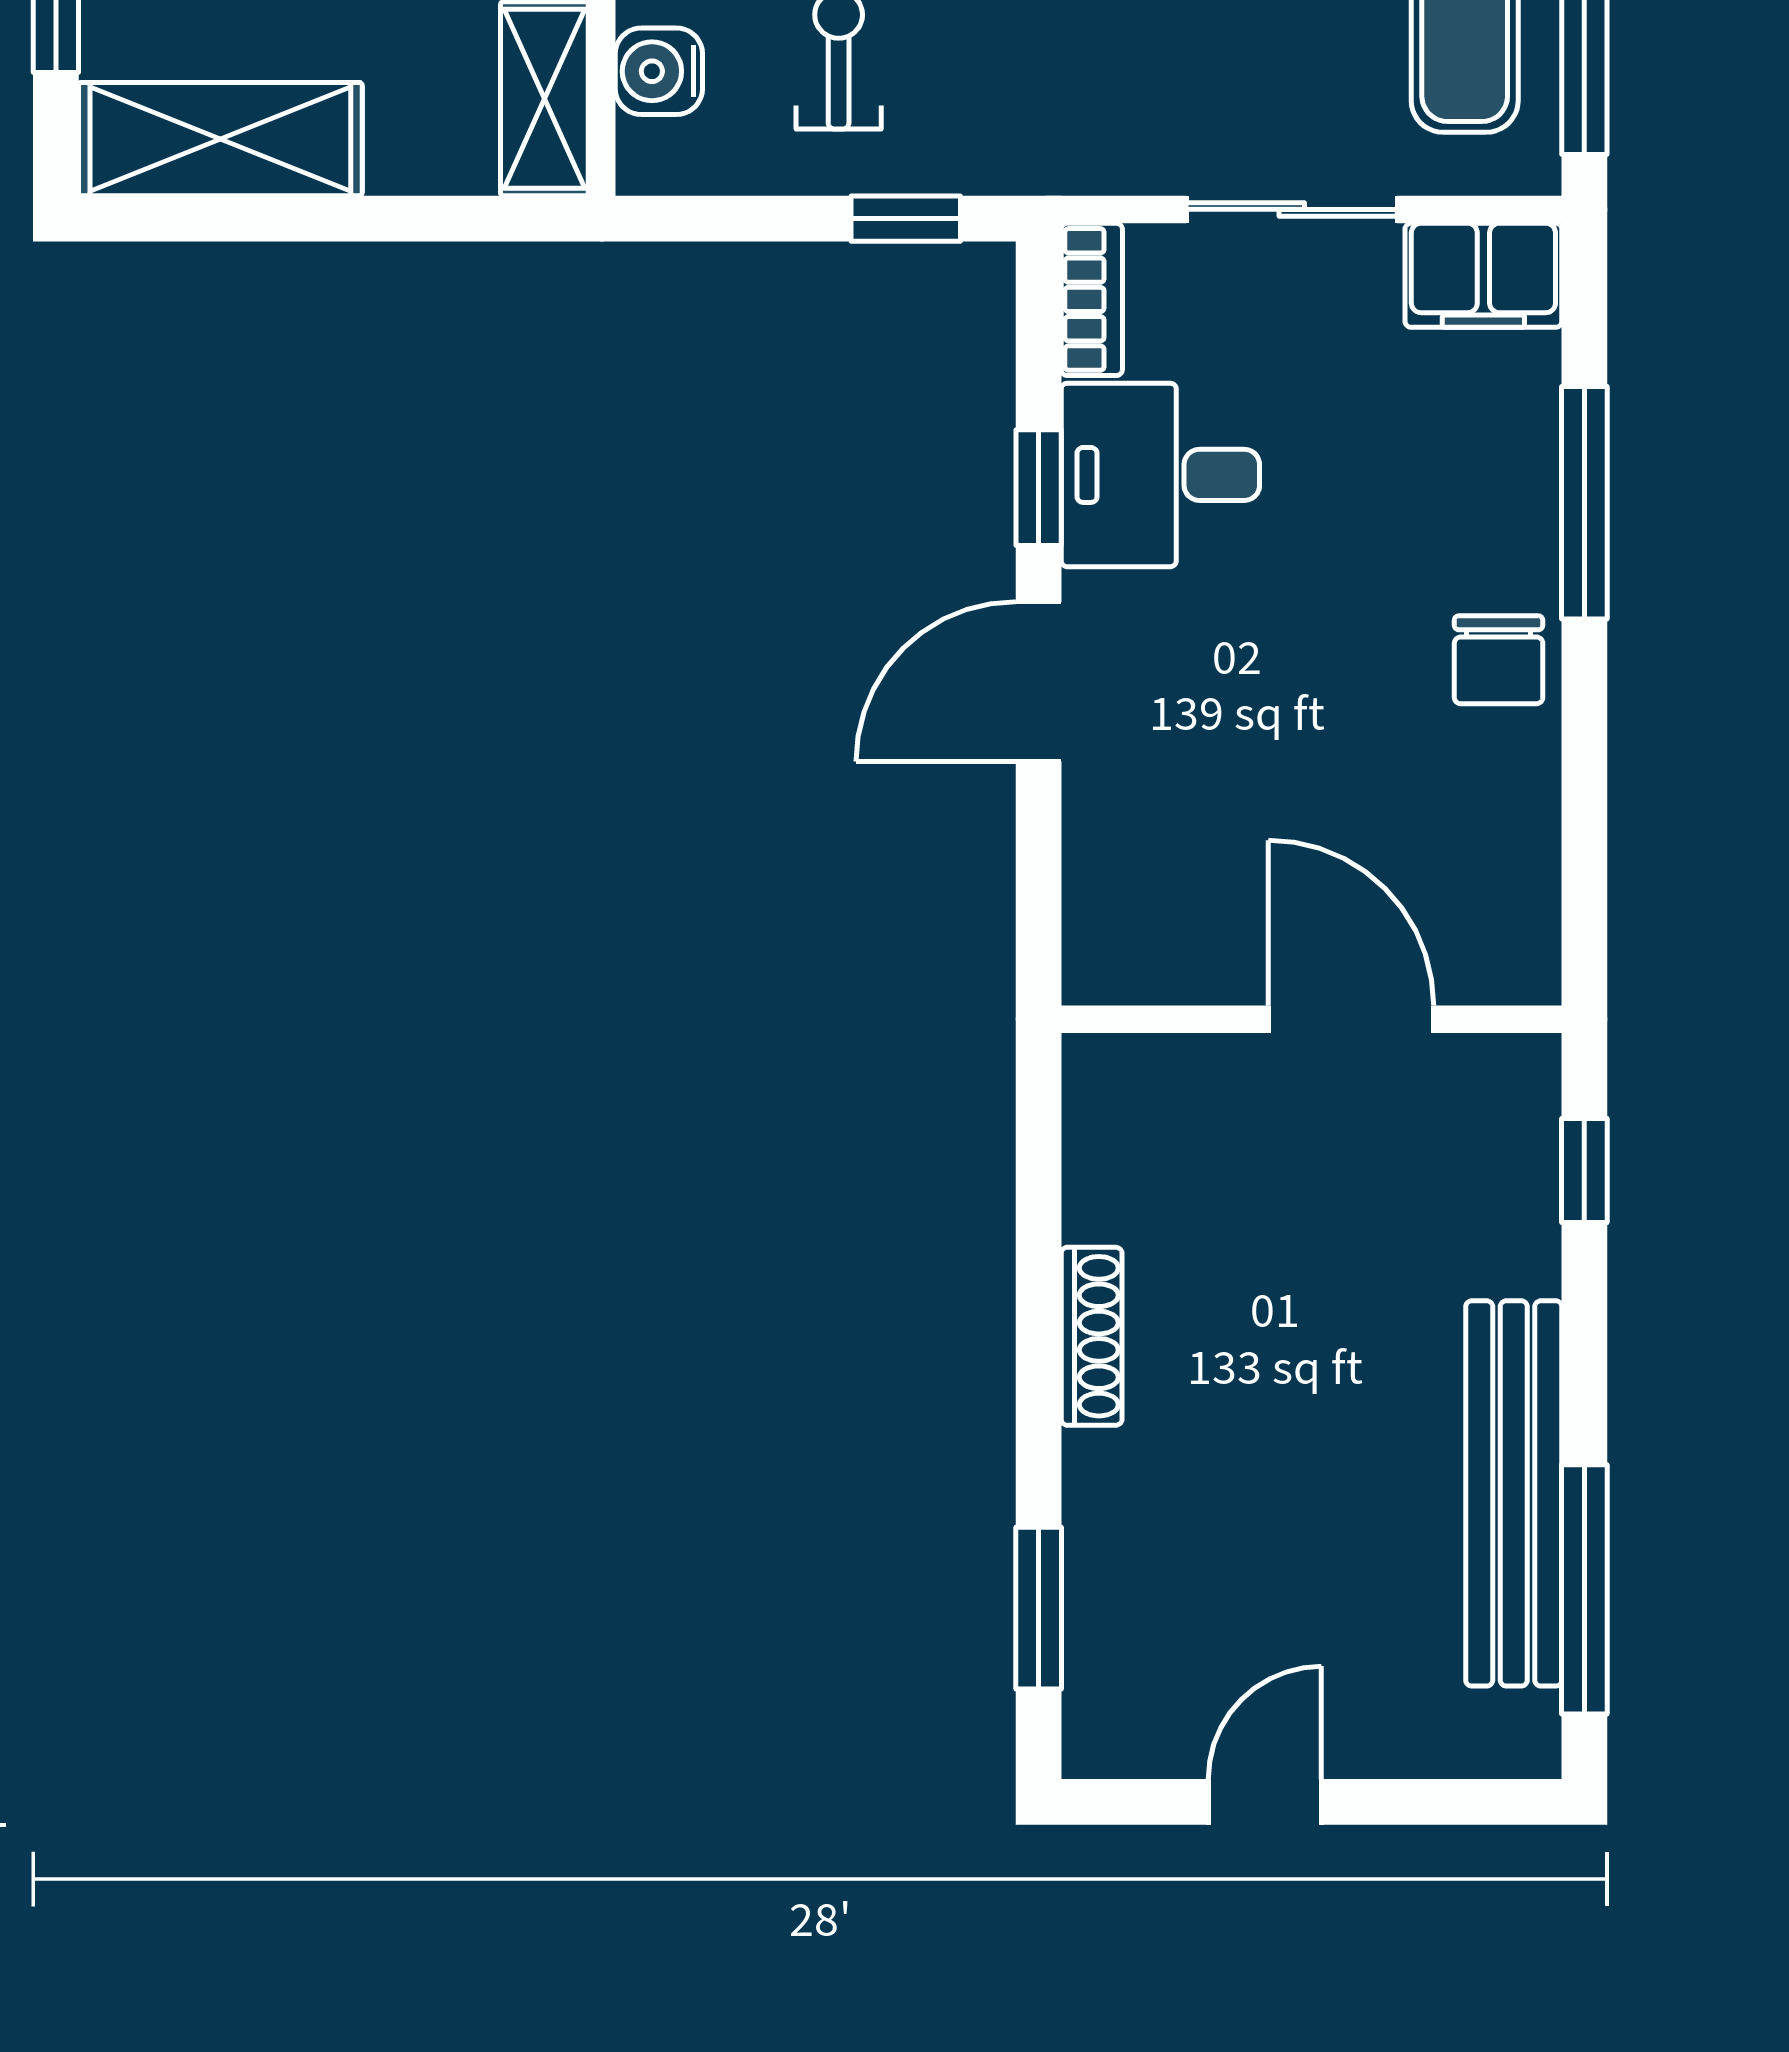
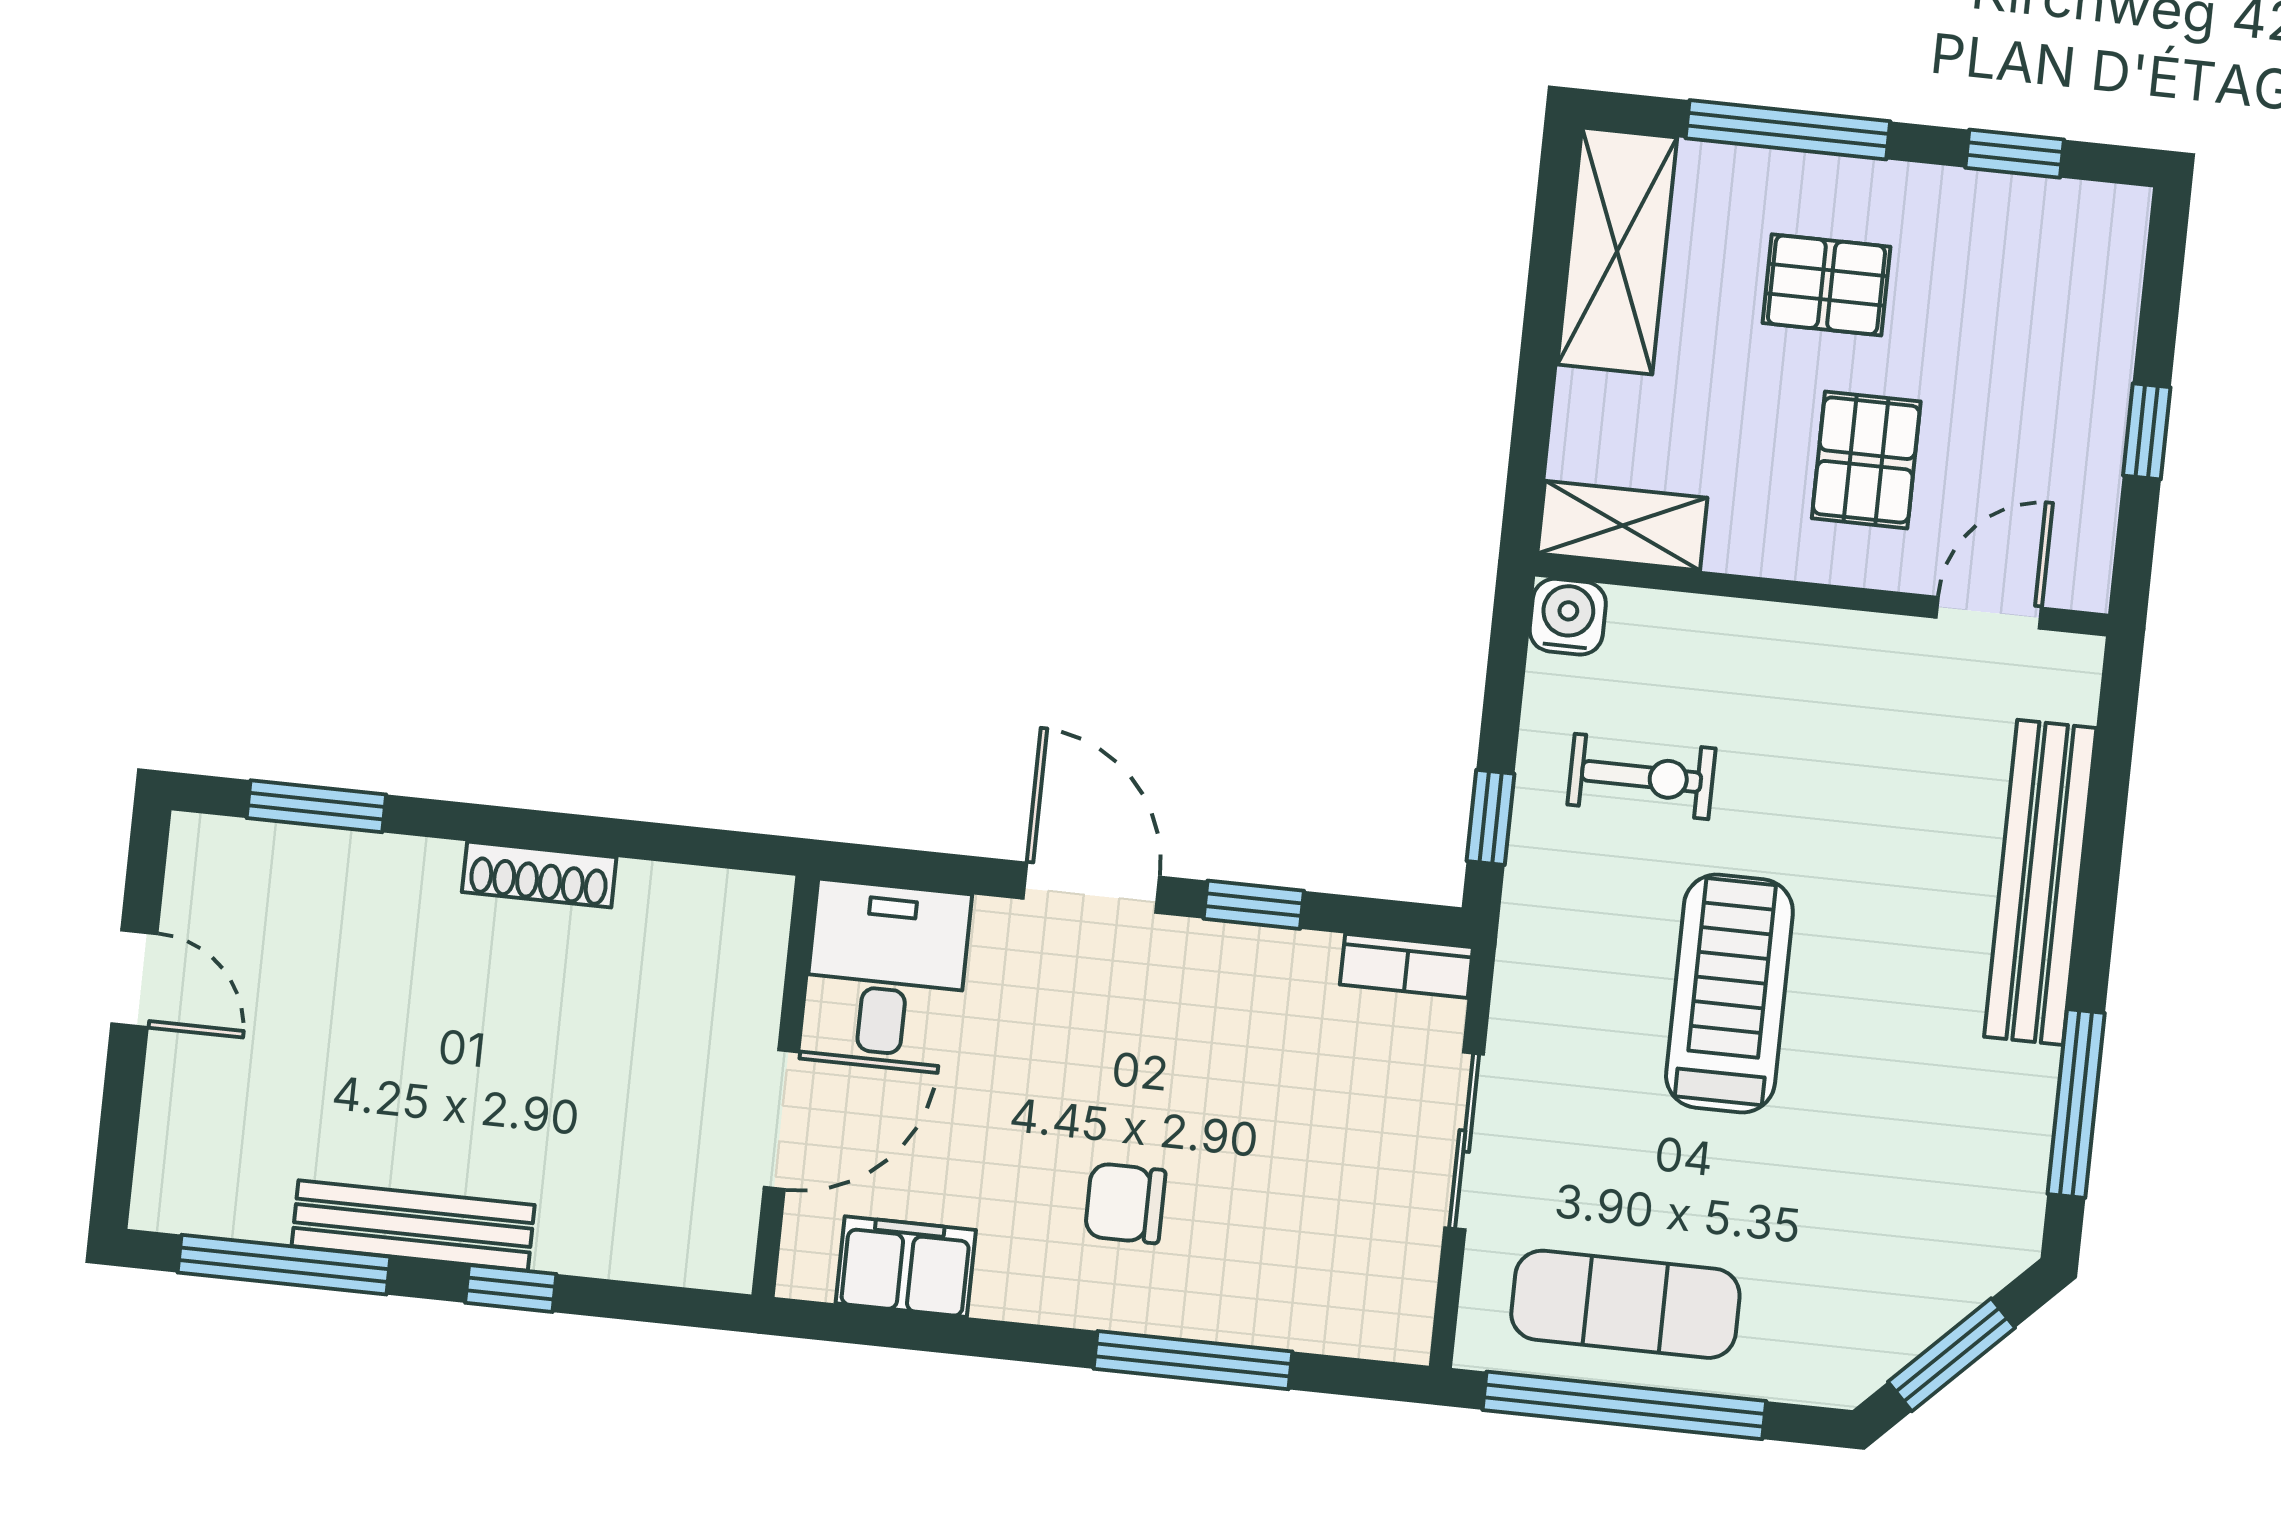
water cooler: (659, 71) -> (1568, 617), moved
filing cabinet: (1483, 275) -> (906, 1267), moved, turned 90
desk: (1160, 475) -> (887, 969), moved
chair: (1499, 660) -> (1125, 1203), moved
window: (1584, 1171) -> (511, 1288), moved
bench: (1514, 1493) -> (413, 1226), width x0.73, depth x0.82

